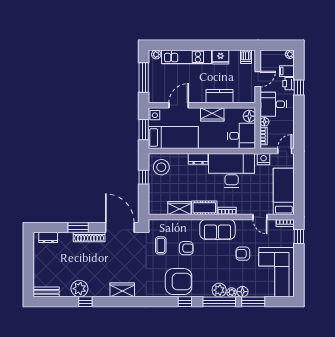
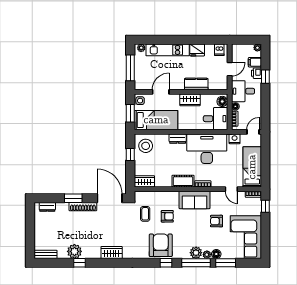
wardrobe: (179, 208) -> (144, 181), moved
armchair: (179, 282) -> (161, 245), turned -90

